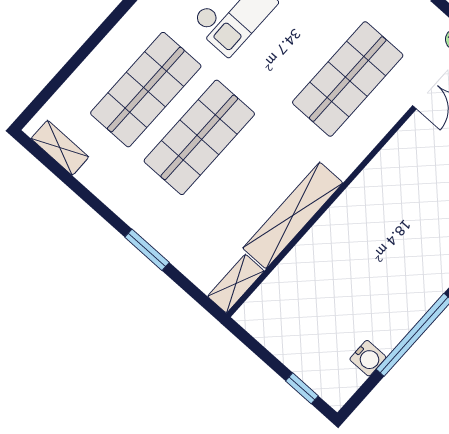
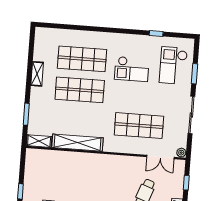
shelving: (60, 148) -> (37, 74), moved
window: (147, 250) -> (26, 114), moved

